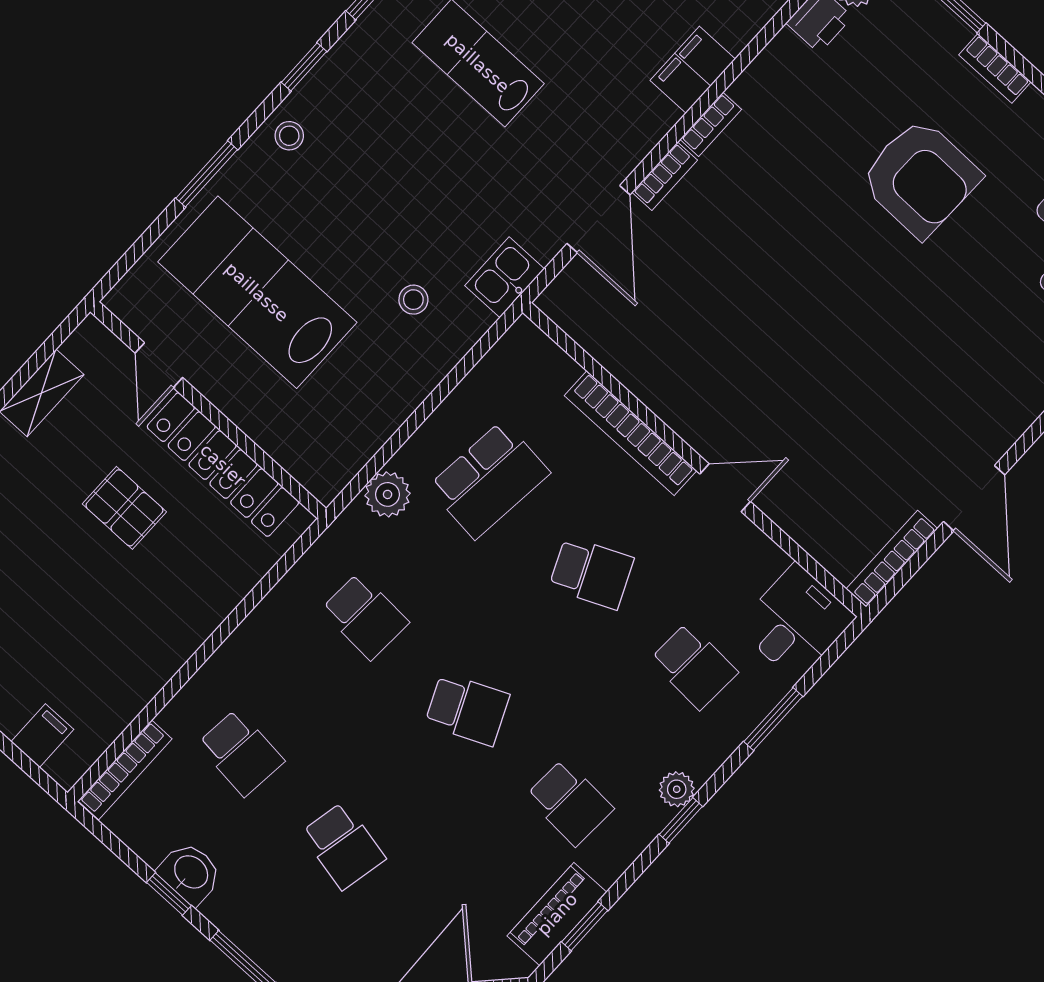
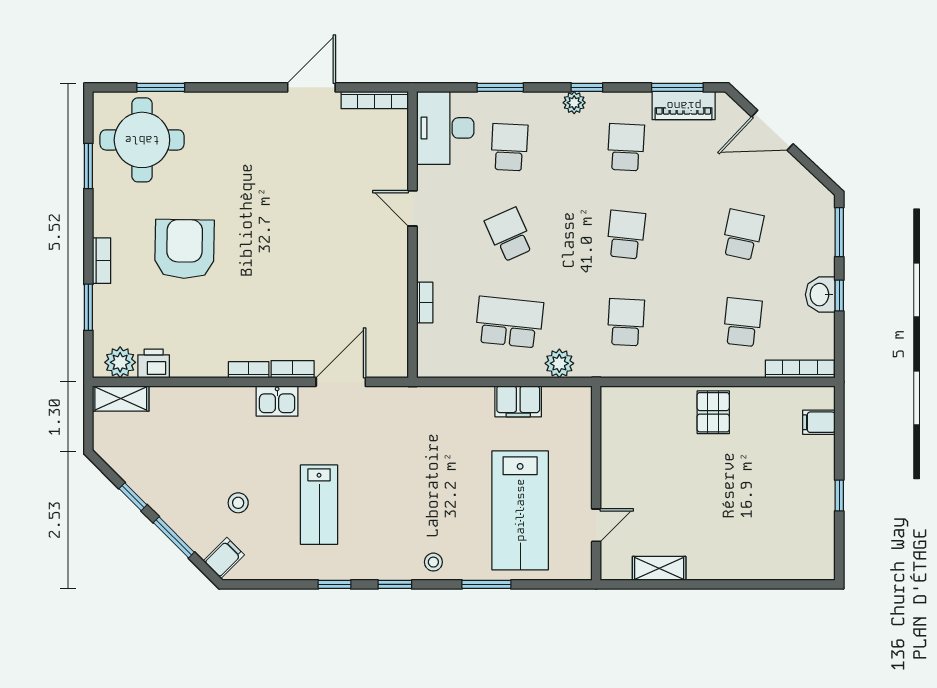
filing cabinet: (693, 70) -> (518, 401), moved
kitchen sink: (505, 277) -> (277, 401), moved
stool: (413, 300) -> (457, 434), removed
bookcase: (631, 433) -> (425, 302), width x0.43, depth x0.76
locker: (223, 465) -> (615, 453), removed
pallet: (124, 508) -> (713, 412), moved
desk: (796, 622) -> (445, 128), width x1.37
school desk: (467, 709) -> (626, 235), turned 30
window: (585, 926) -> (677, 87), width x1.50

